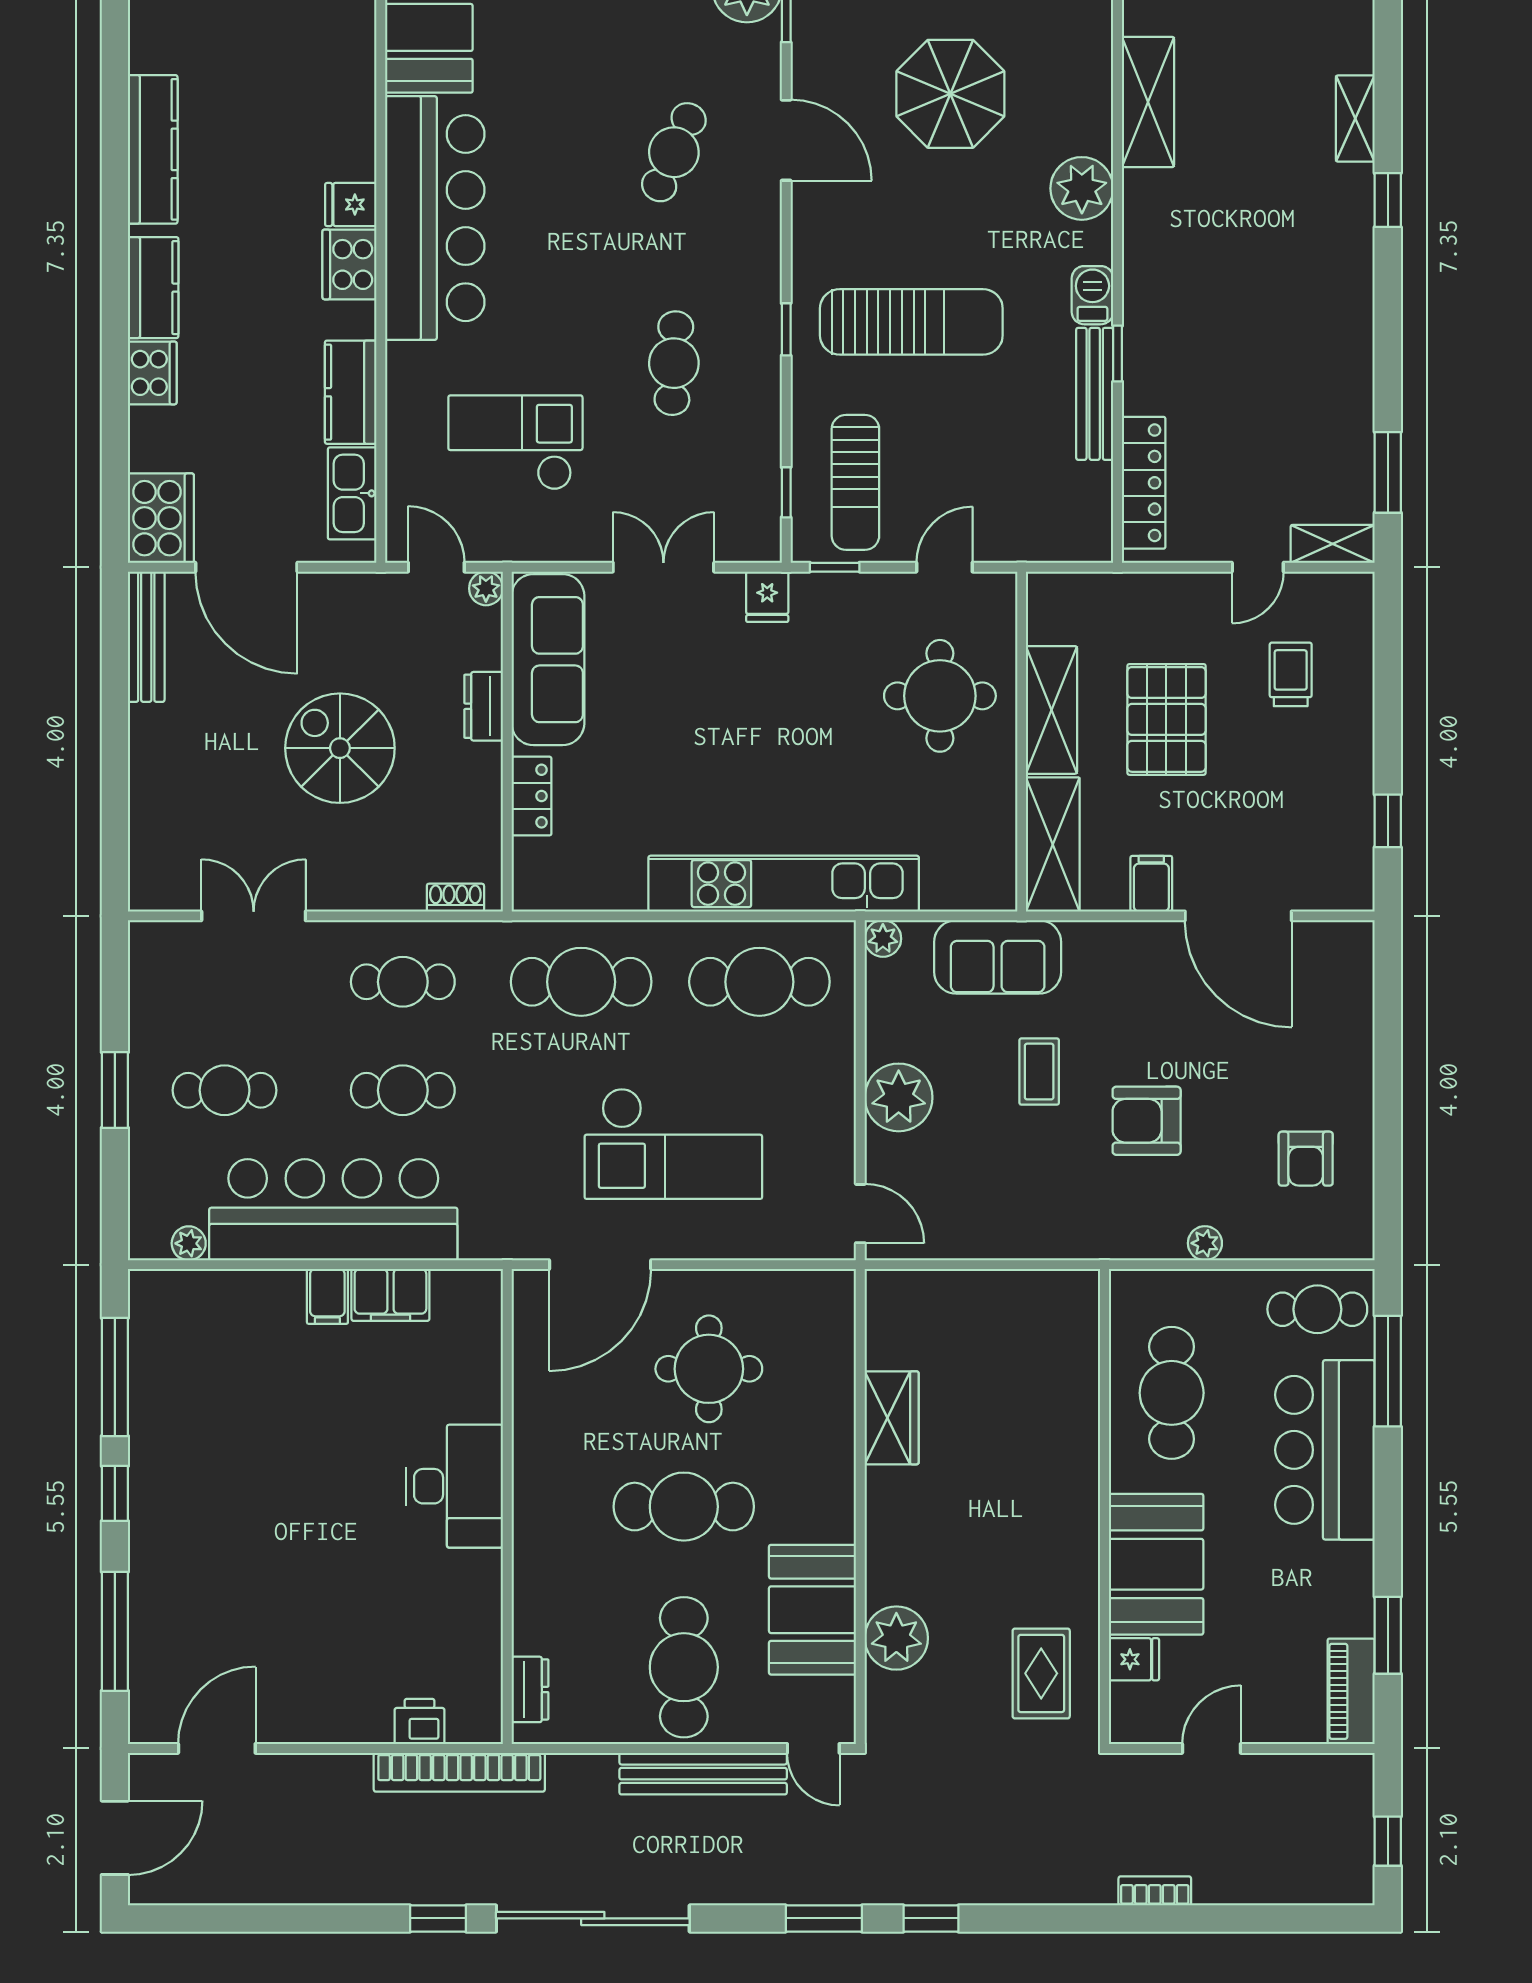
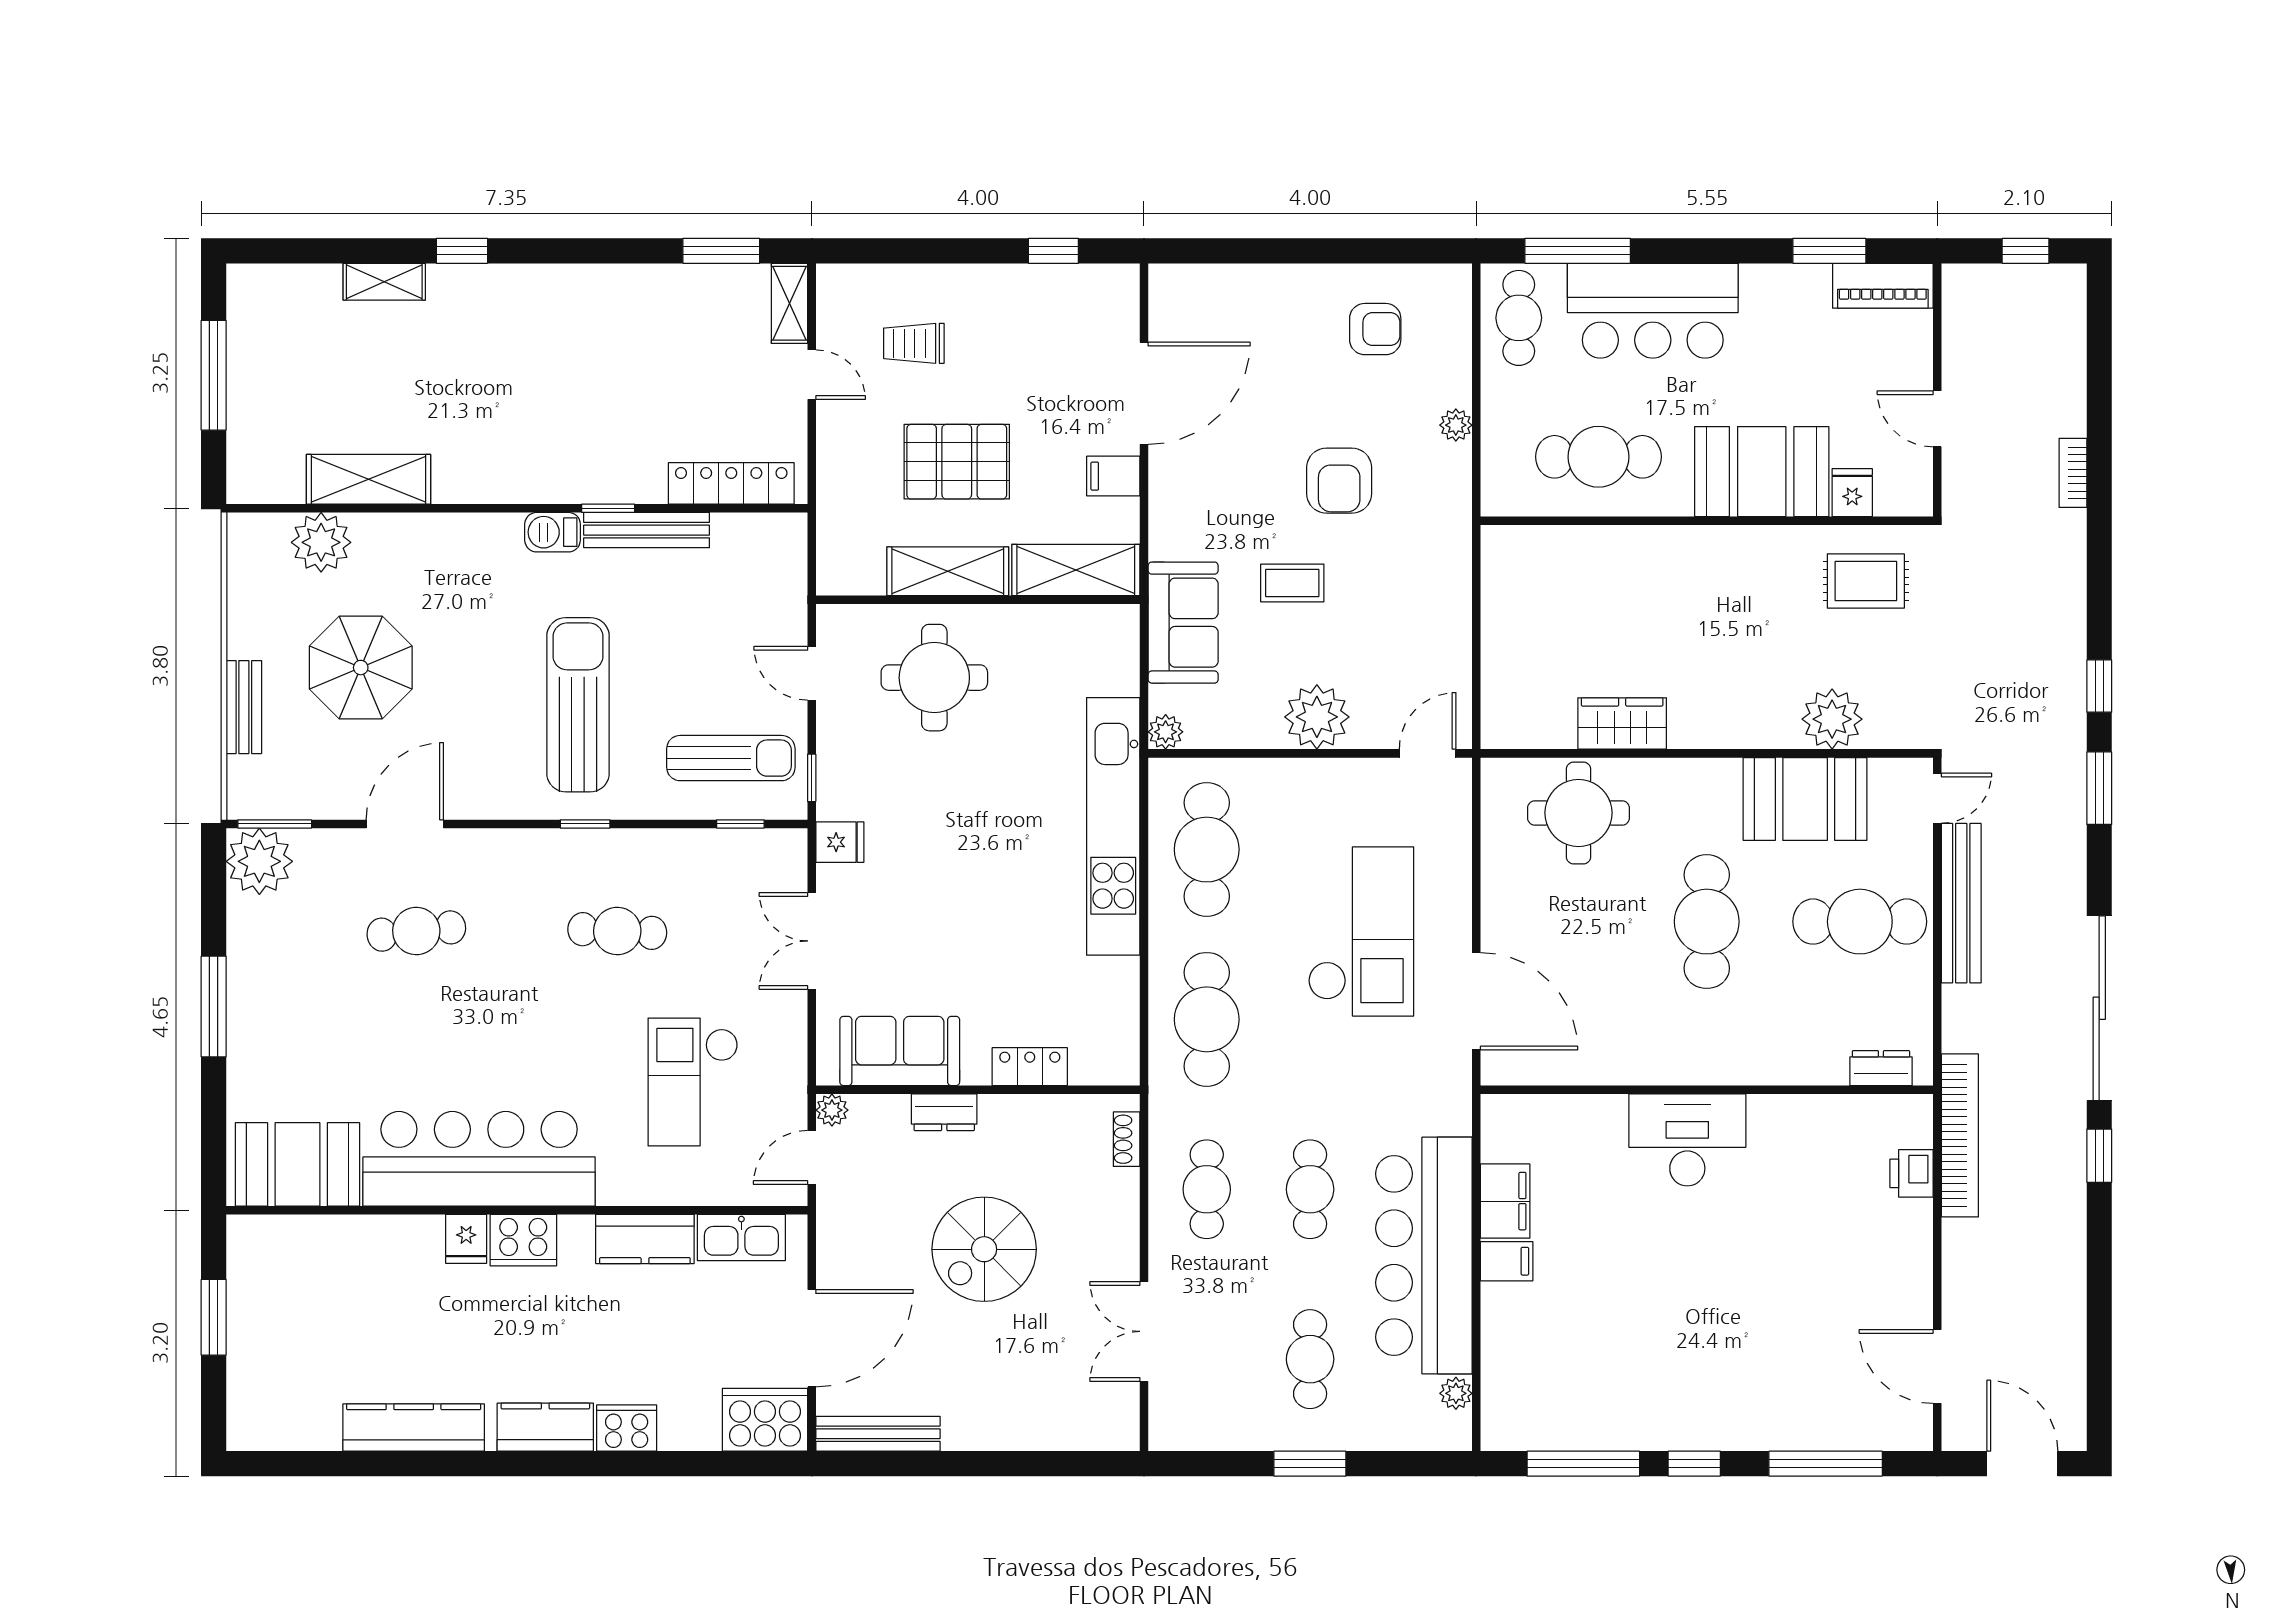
cafe table: (674, 152) -> (416, 931), turned -30
plant: (1082, 188) -> (321, 542), moved
sofa: (548, 660) -> (900, 1051), width x0.73
round table: (709, 1369) -> (1578, 813), moved

